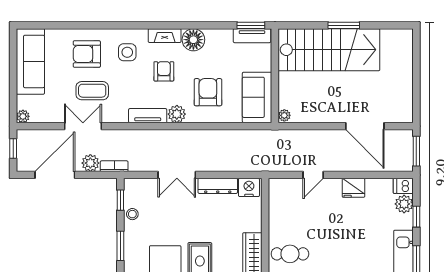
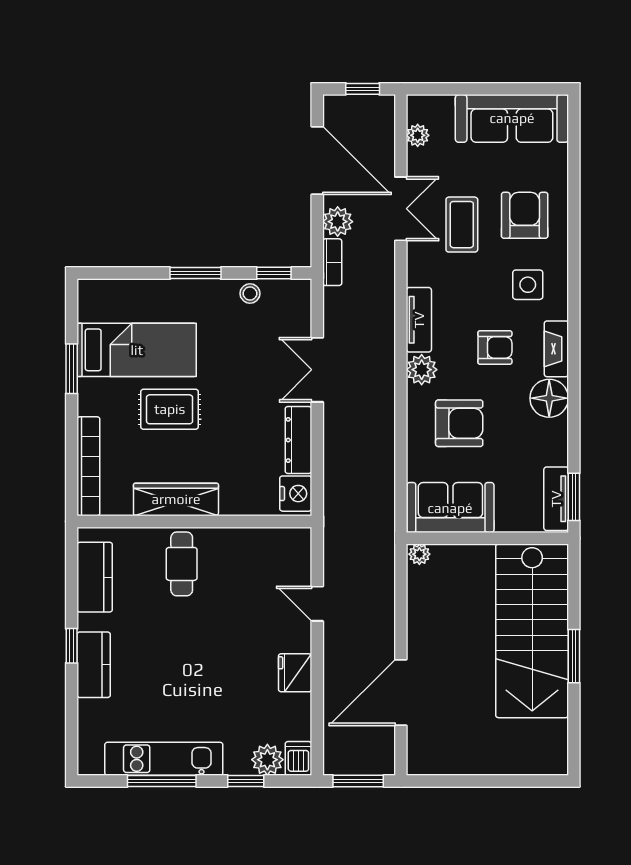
plant: (23, 116) -> (418, 135), moved

